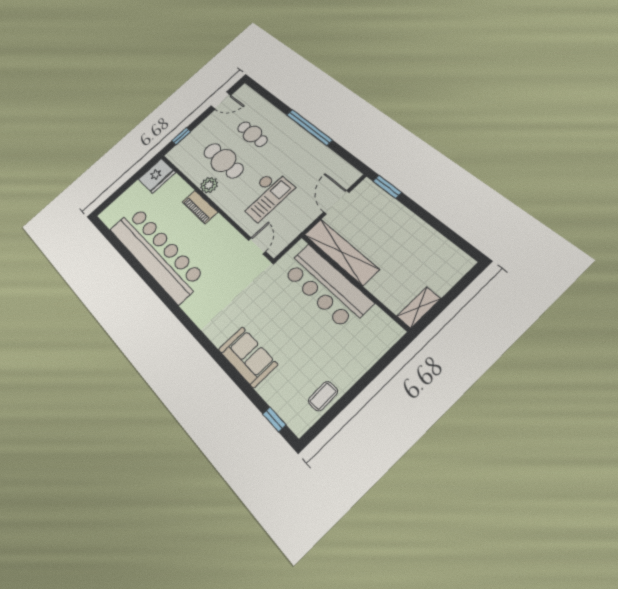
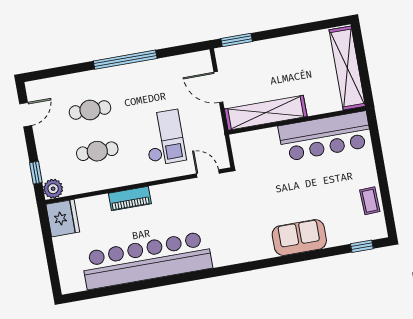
cafe table: (223, 161) -> (97, 151), width x0.73, depth x0.74
plant: (209, 185) -> (53, 189), moved
bar counter: (326, 287) -> (325, 136), moved
shelving: (419, 307) -> (347, 68), width x2.20, depth x1.33

